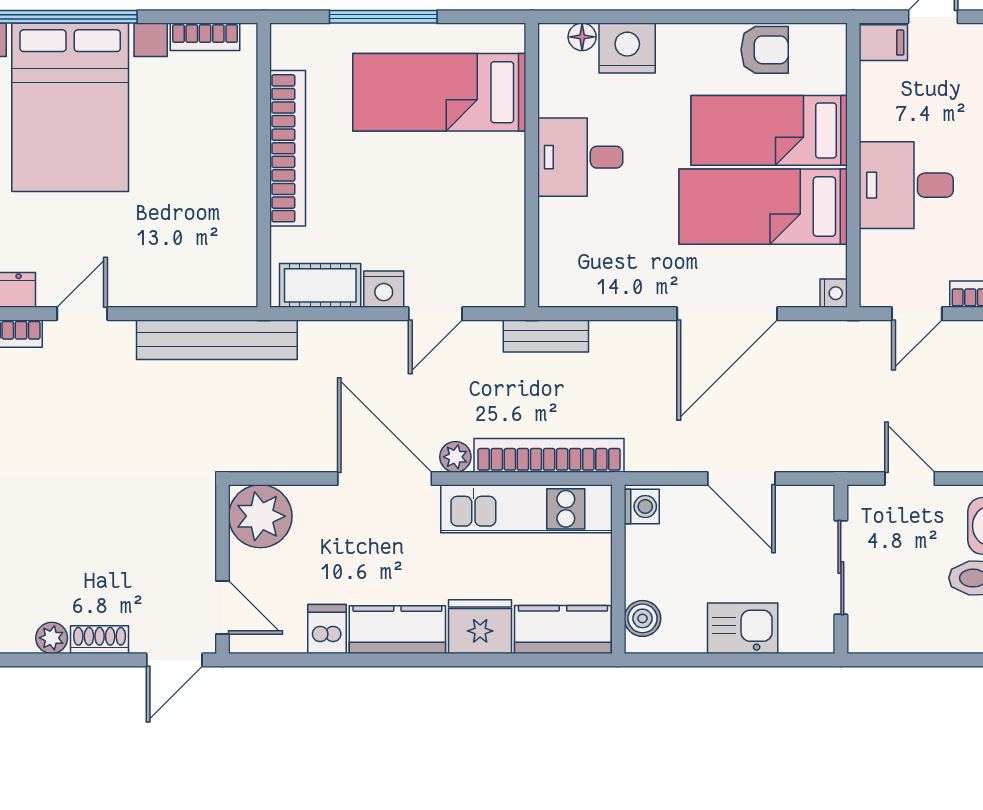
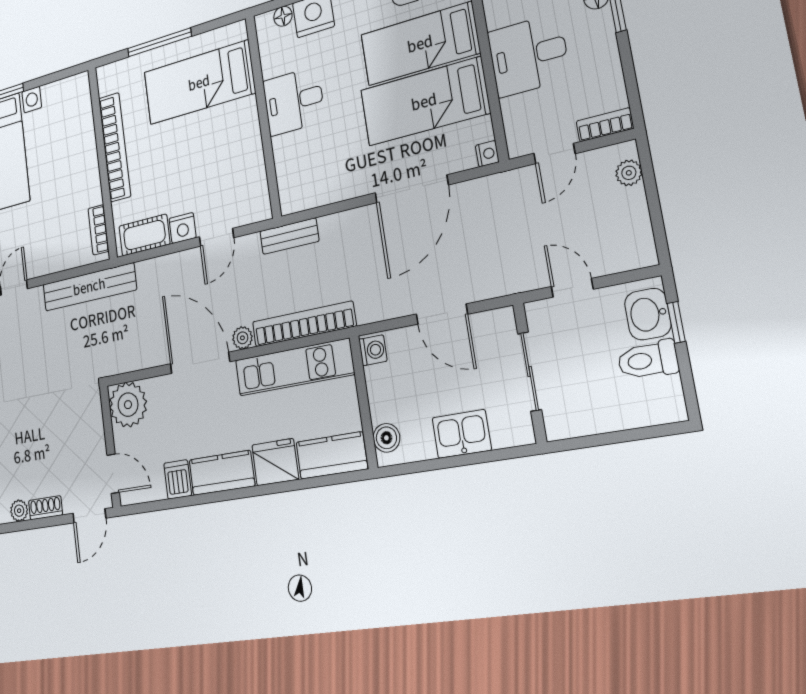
bookcase: (205, 37) -> (98, 230), moved, turned 90

